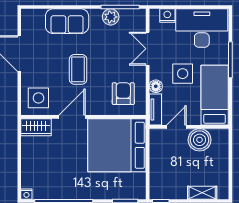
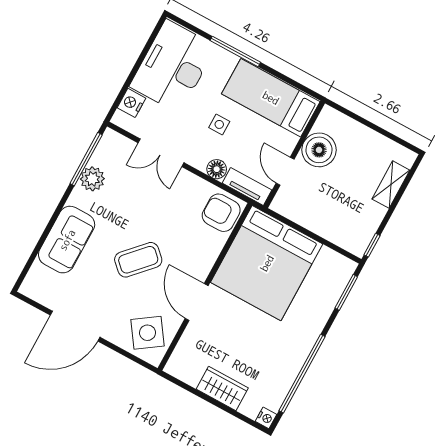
coffee table: (78, 69) -> (138, 260), turned -47
side table: (183, 74) -> (219, 124), width x0.54, depth x0.54
armchair: (123, 94) -> (221, 213), moved
side table: (38, 98) -> (148, 333), turned -35
wardrobe: (36, 127) -> (222, 389), moved, turned -90

